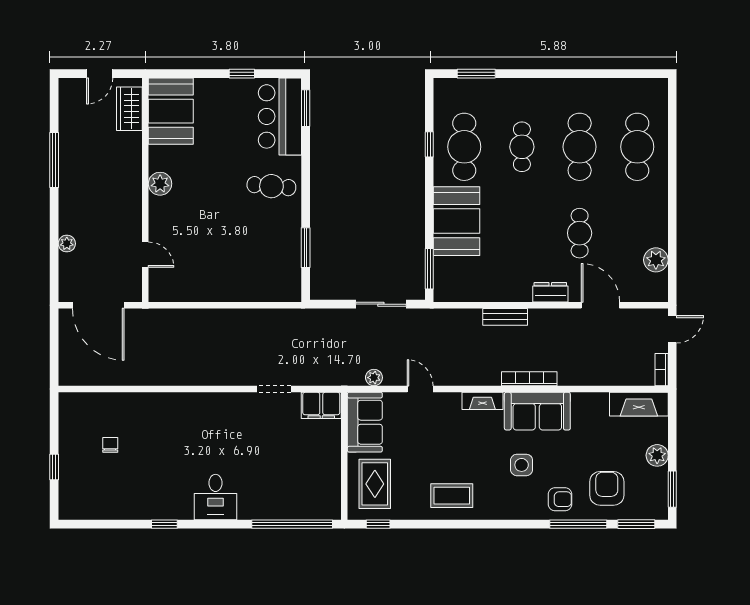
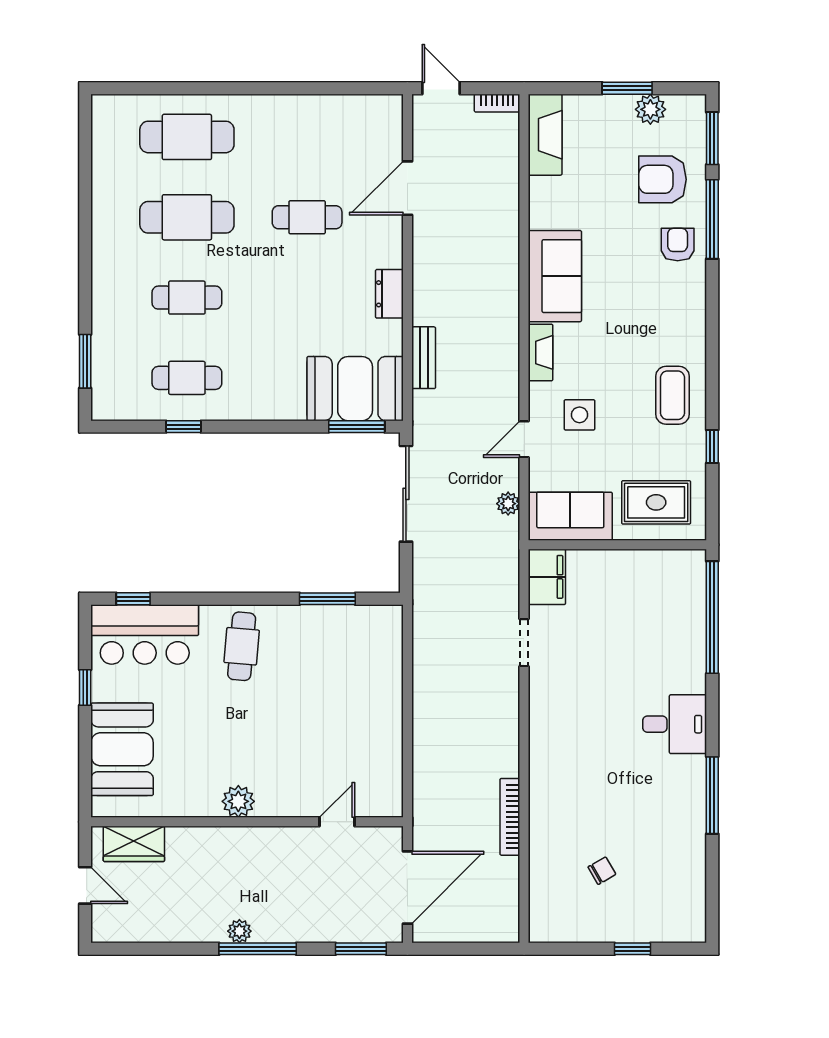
window: (306, 108) -> (133, 599), width x0.67
booth: (171, 111) -> (122, 749), moved, turned 90
cafe table: (464, 147) -> (187, 378), width x0.73, depth x0.74
window: (54, 160) -> (258, 949), moved
booth: (457, 221) -> (355, 389), moved
plant: (67, 244) -> (239, 931), moved
plant: (656, 260) -> (344, 111), removed
window: (54, 272) -> (361, 949), added
dresser: (550, 292) -> (389, 294), moved
sliding door: (381, 304) -> (406, 494), width x1.37
bench: (505, 317) -> (424, 358), moved
bookcase: (529, 379) -> (510, 817), moved
chair: (110, 445) -> (602, 871), turned 150
plant: (657, 455) -> (650, 109), moved
side table: (522, 465) -> (580, 415), moved
window: (672, 489) -> (627, 88), moved
window: (164, 524) -> (712, 795), width x2.17
window: (378, 524) -> (712, 447), moved

